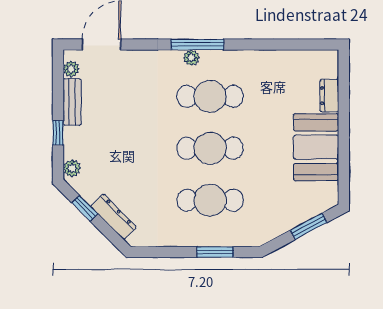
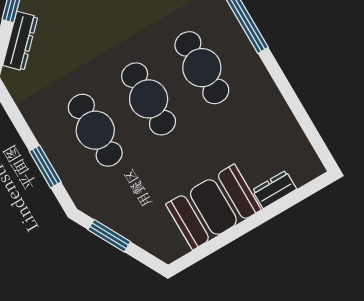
plant: (191, 58) -> (230, 25), removed
window: (309, 226) -> (109, 236), moved

